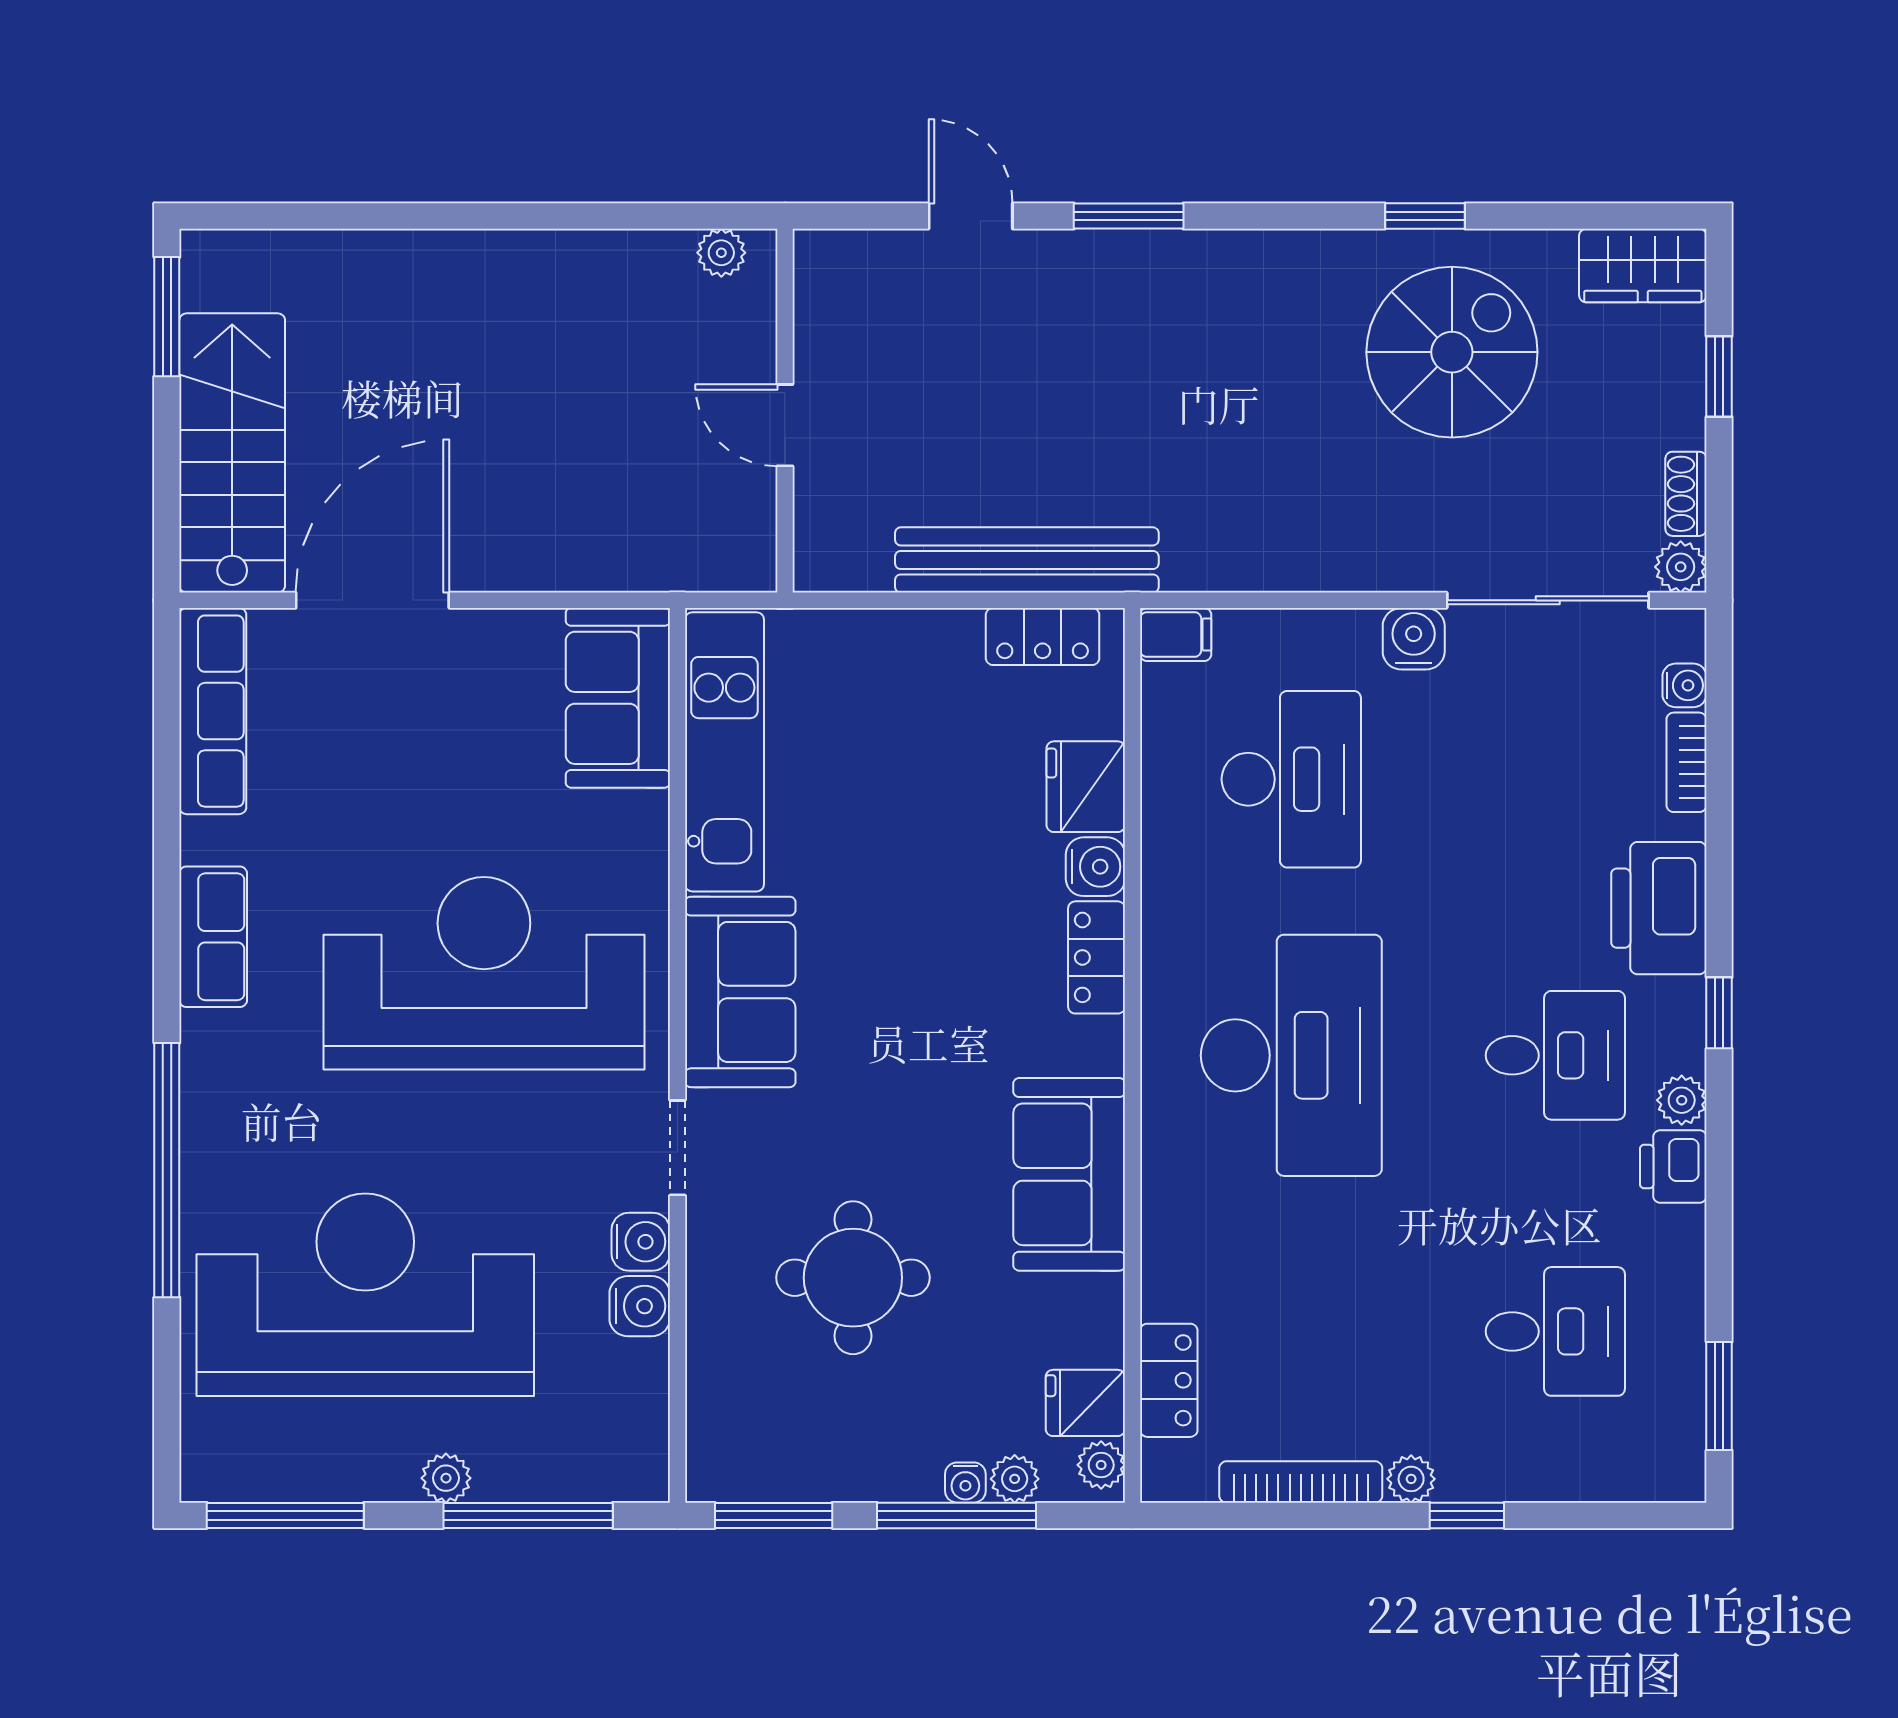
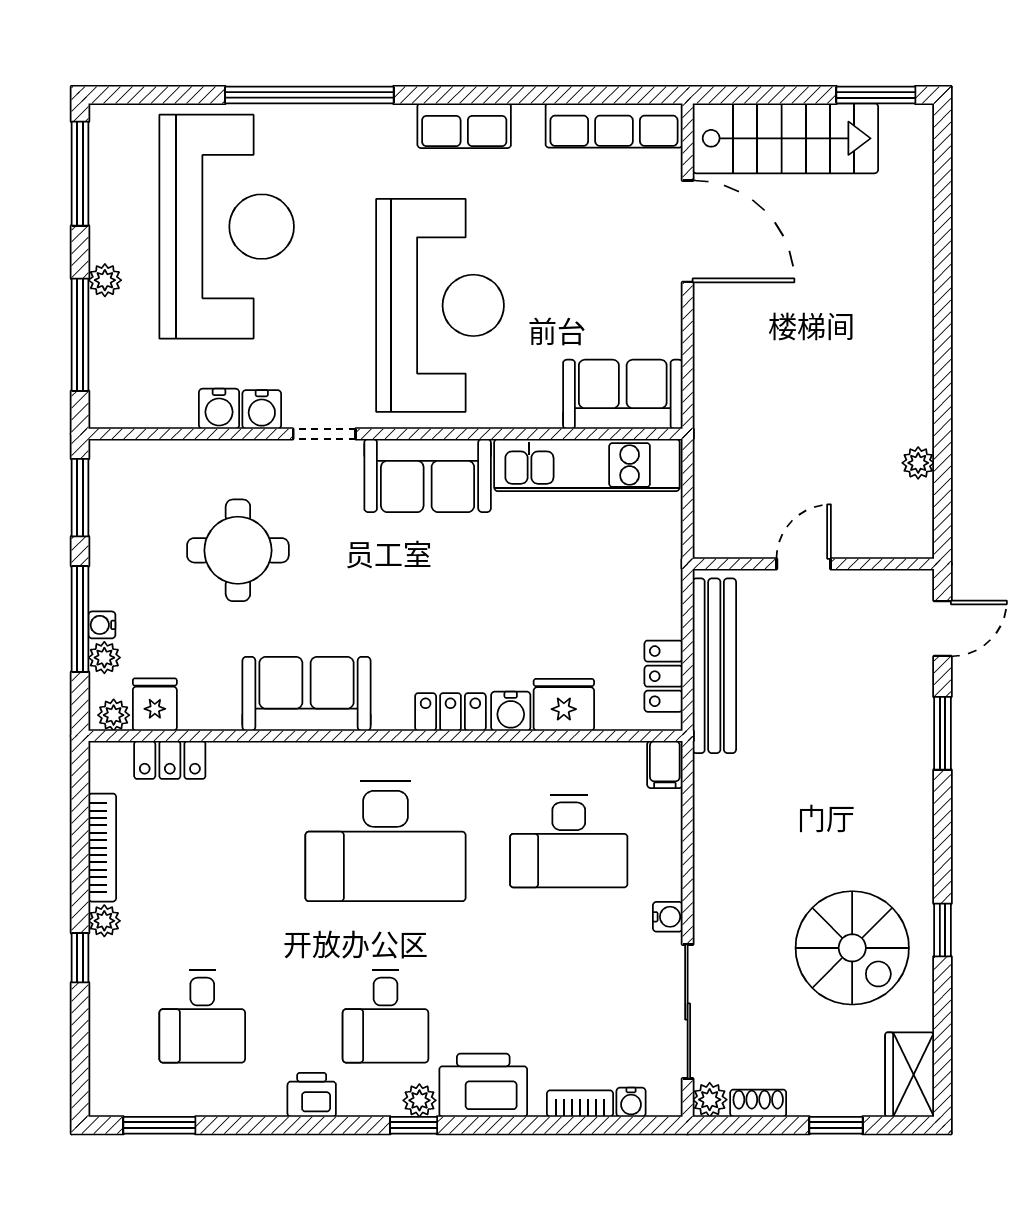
wall: (785, 411) -> (813, 564), moved
door: (785, 425) -> (804, 564), moved
water cooler: (1414, 639) -> (668, 917), width x0.72, depth x0.72
plant: (1682, 1100) -> (419, 1100), moved

